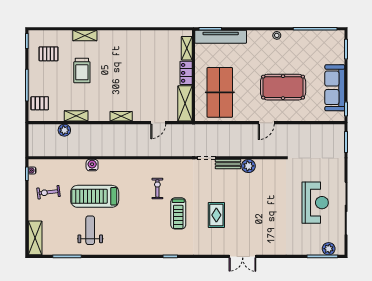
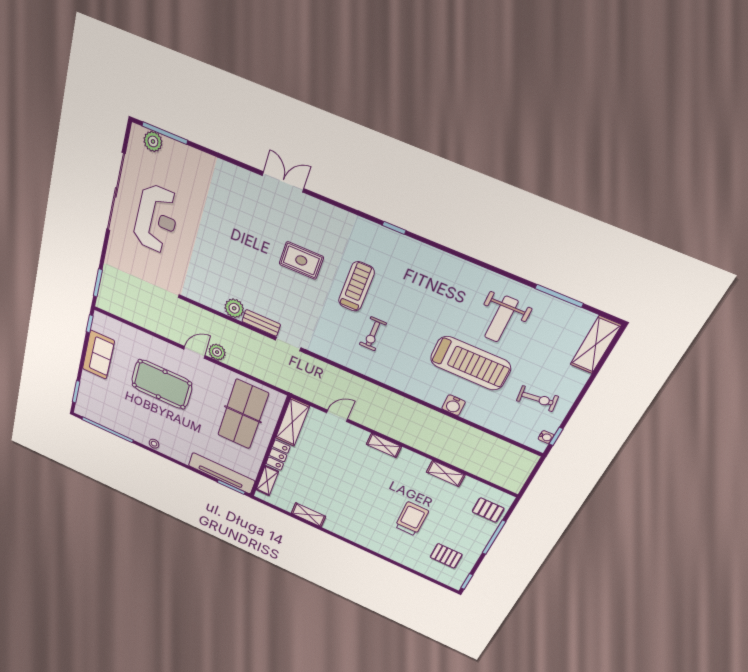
shelving: (85, 36) -> (308, 515), moved
sofa: (335, 88) -> (98, 355), width x0.73
plant: (64, 130) -> (217, 352), moved
reception desk: (315, 203) -> (156, 219), turned 180
rug: (216, 215) -> (301, 260), turned 90

